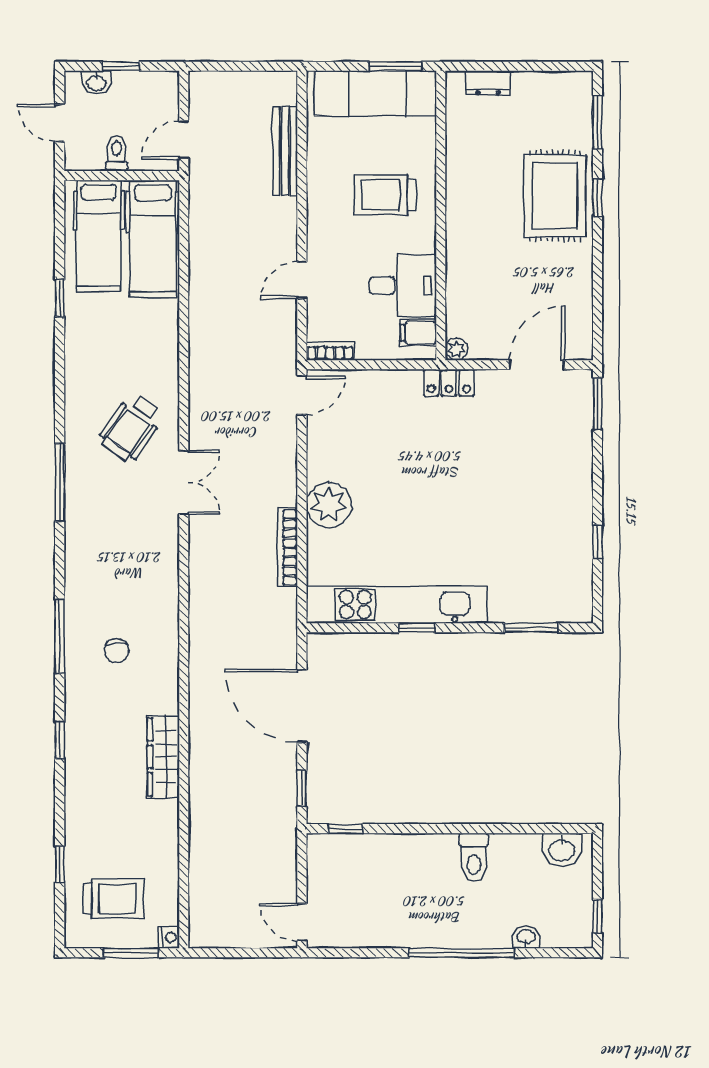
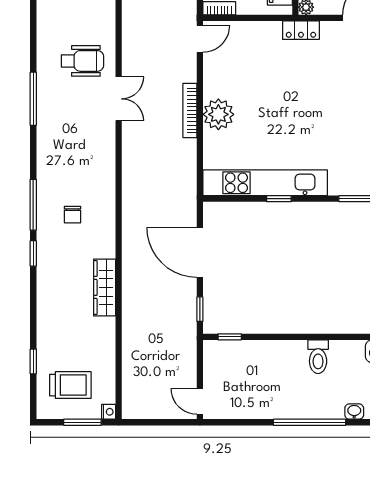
wheelchair: (131, 427) -> (82, 61), turned -125
bookcase: (287, 548) -> (190, 110), moved
window: (60, 740) -> (33, 253), moved

